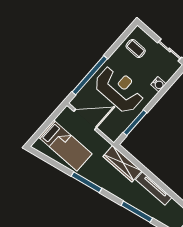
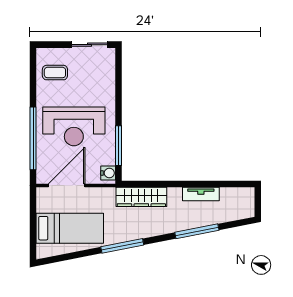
water cooler: (158, 84) -> (108, 173), moved
reception desk: (119, 89) -> (74, 126), turned 180
tv unit: (154, 189) -> (201, 194), width x0.71

